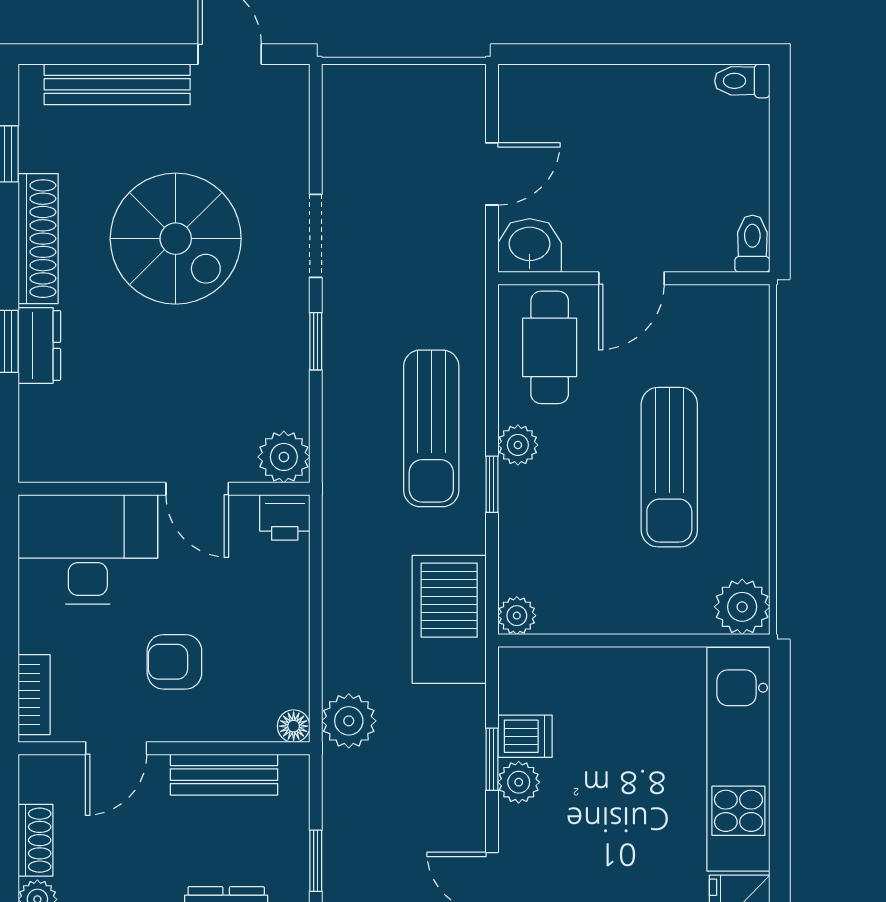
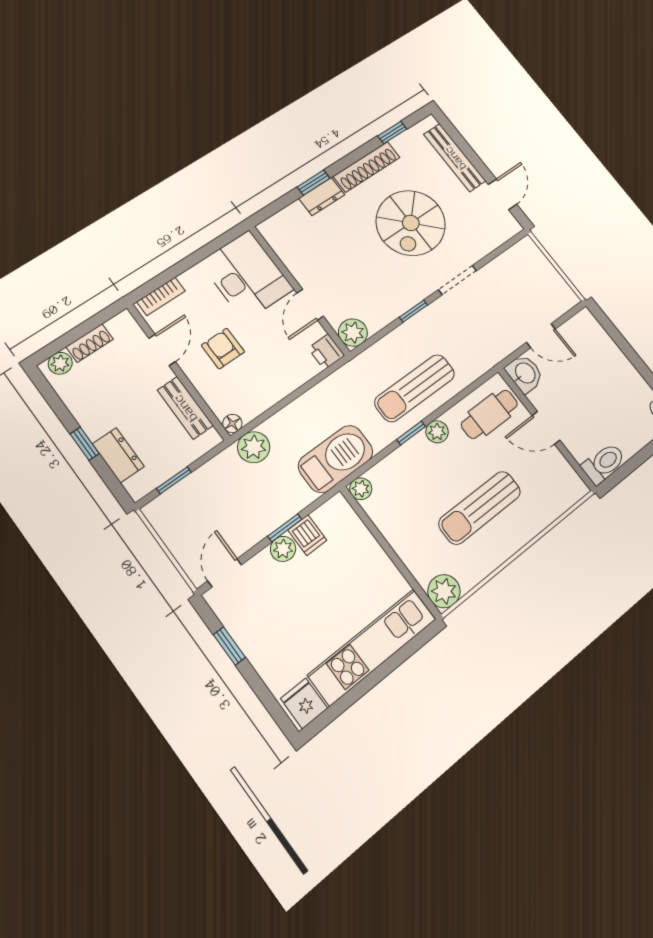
toilet: (752, 244) -> (604, 463), width x1.37, depth x1.39
door: (116, 748) -> (162, 350), swing flipped

